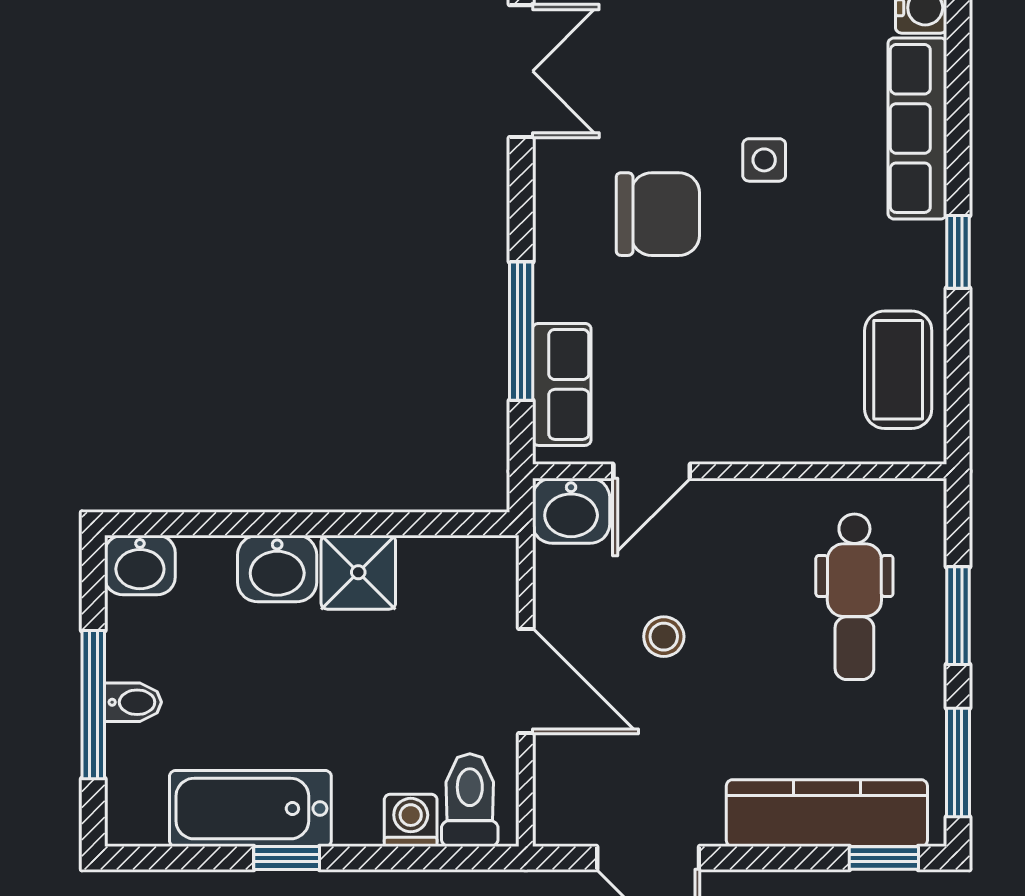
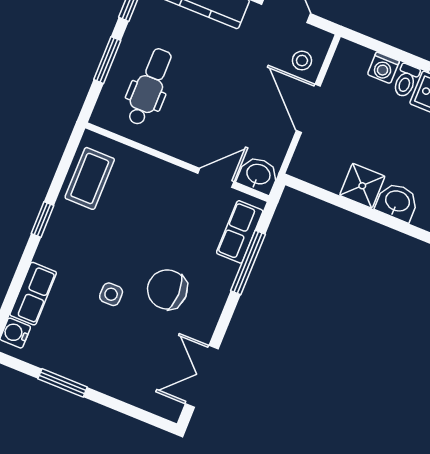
row of seats: (917, 128) -> (33, 294), width x0.68
stool: (664, 637) -> (302, 61), moved
toilet: (470, 800) -> (406, 81), moved, width x0.73, depth x0.72

